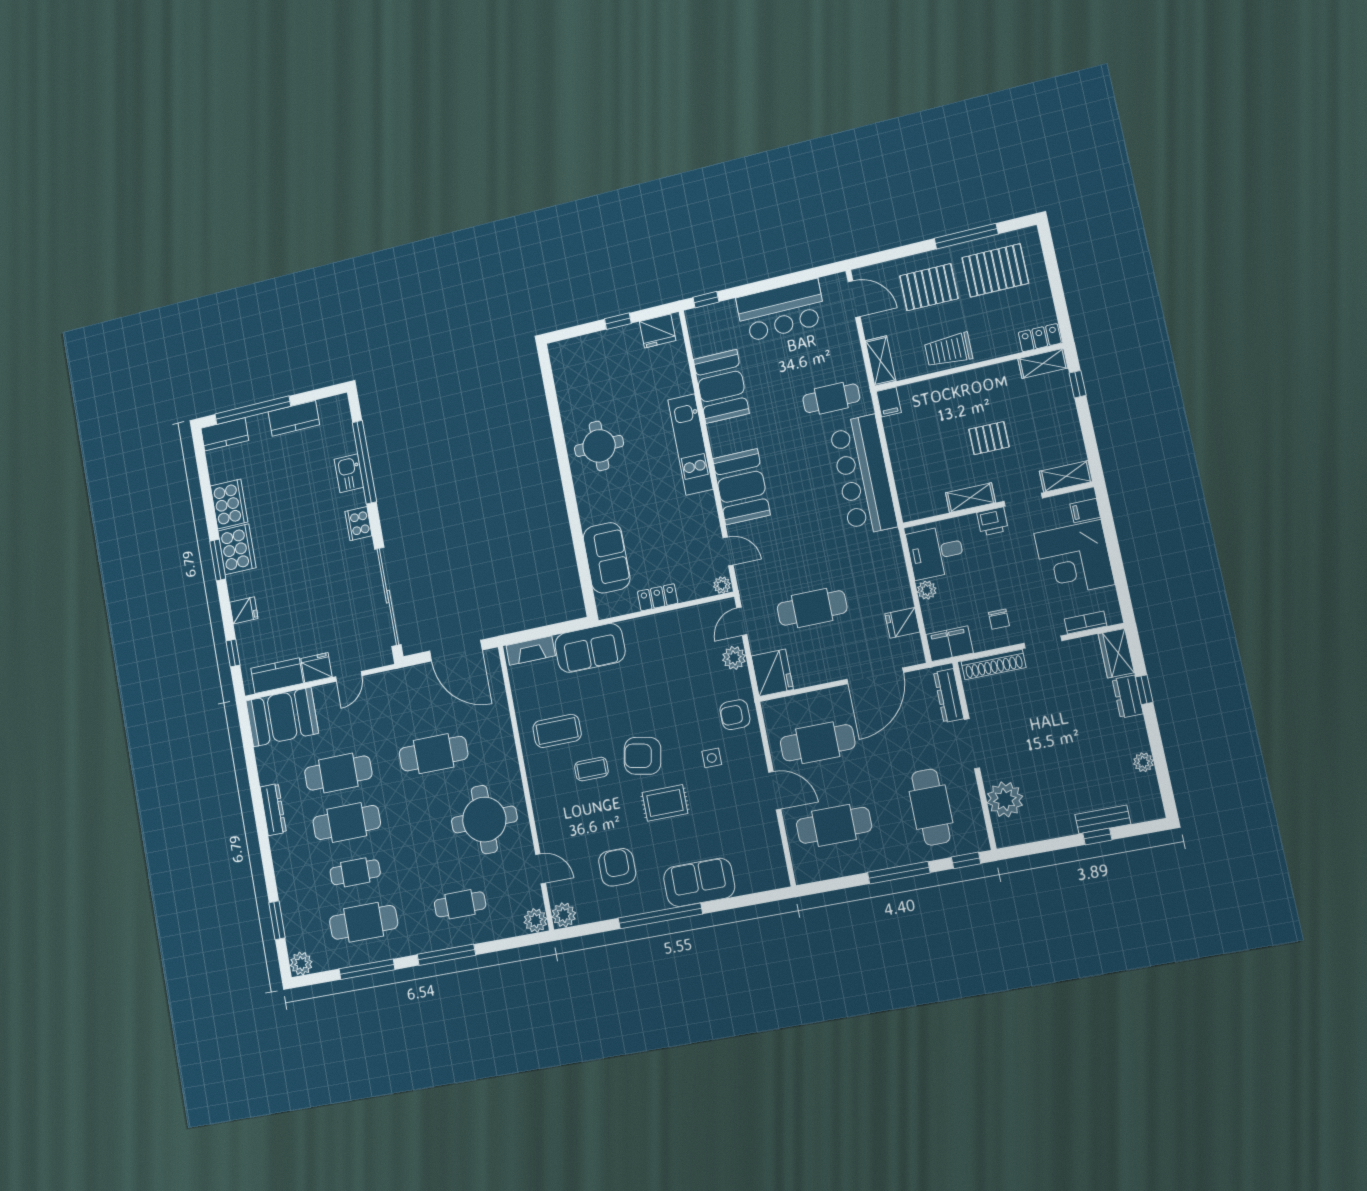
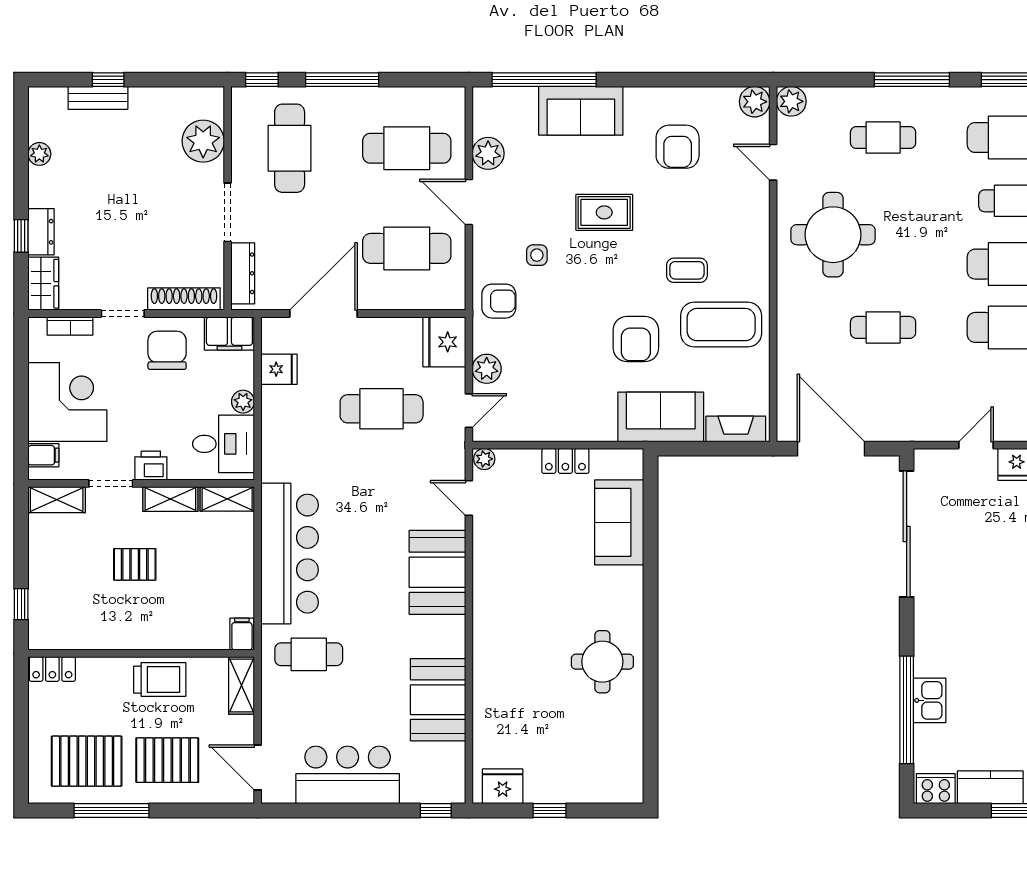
shelving: (1043, 363) -> (227, 499), moved
kitchen unit: (690, 444) -> (489, 638), removed
cooker: (358, 524) -> (936, 789), moved, turned -90
chair: (999, 619) -> (167, 350), width x1.87, depth x1.87
coffee table: (557, 731) -> (721, 325), width x1.36, depth x1.32
cafe table: (434, 754) -> (883, 327), width x0.73, depth x0.74
armchair: (643, 756) -> (636, 339), moved, turned 79
plant: (767, 834) -> (488, 153), added
window: (660, 916) -> (544, 80), moved

